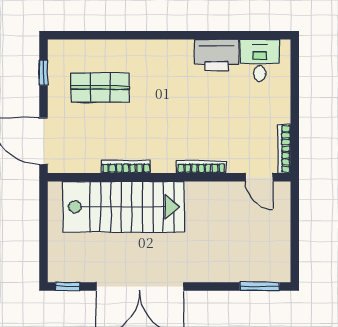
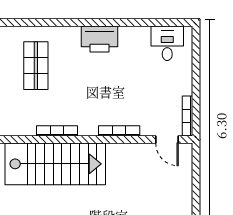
printer: (217, 55) -> (100, 39), moved
shop shelf: (100, 88) -> (36, 66), turned 90

